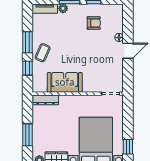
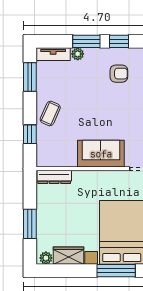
window: (28, 42) -> (30, 77), moved
sofa: (65, 82) -> (101, 154), moved

